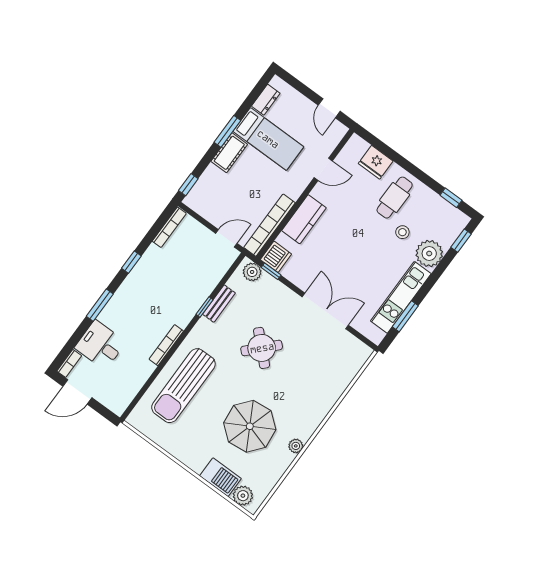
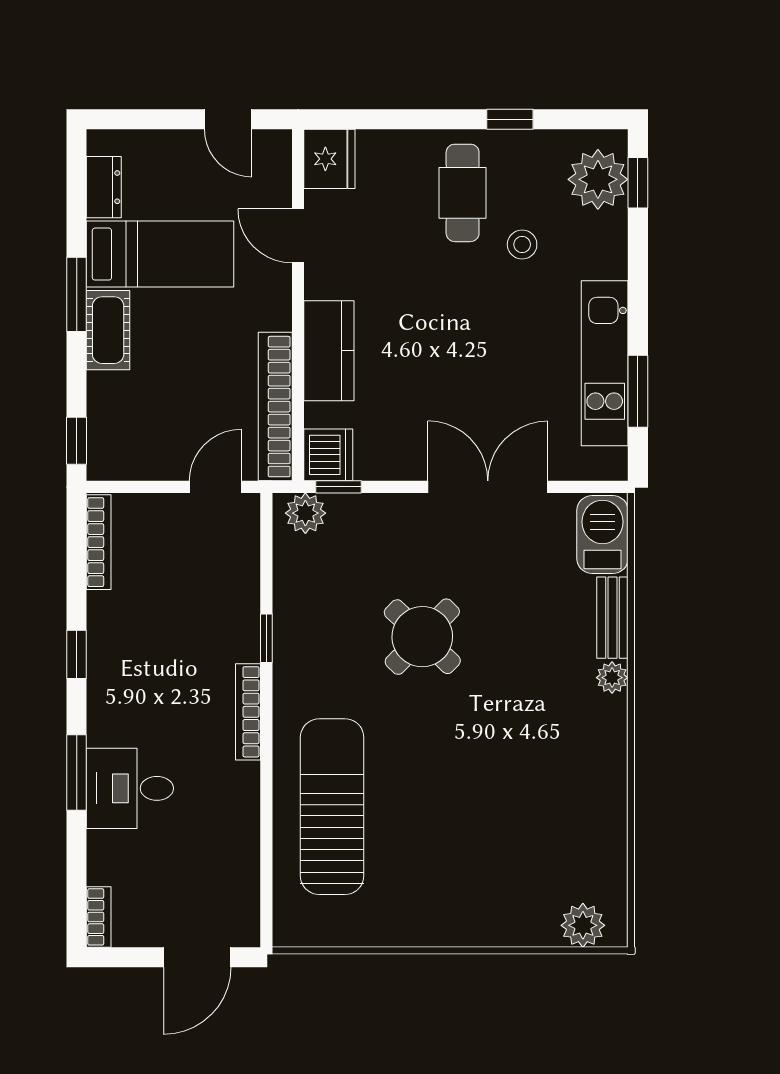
fridge: (376, 162) -> (329, 159), moved, turned -90
door: (323, 169) -> (298, 236), swing flipped
window: (451, 198) -> (510, 119), moved
plant: (429, 253) -> (598, 179), moved
bench: (219, 304) -> (612, 618), moved
desk: (100, 345) -> (130, 788), moved
bookcase: (166, 345) -> (248, 712), moved
sun lounger: (183, 386) -> (332, 807), turned 180
door: (77, 392) -> (197, 957), moved
parasol: (250, 426) -> (504, 792), removed
plant: (296, 446) -> (612, 678), moved
barbecue: (220, 477) -> (602, 534), moved, turned -90

